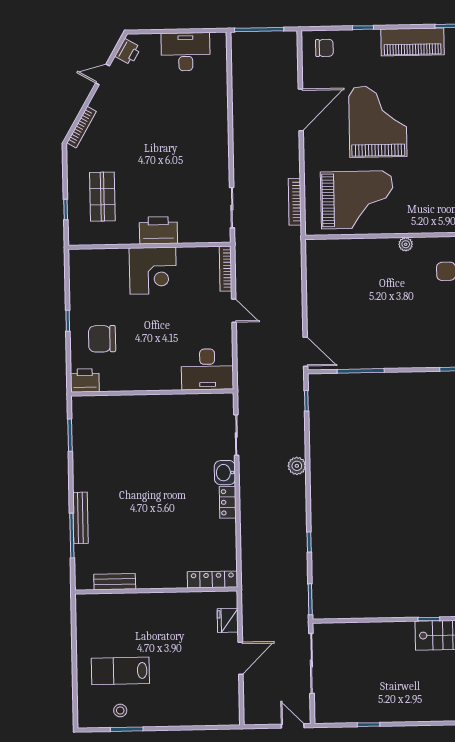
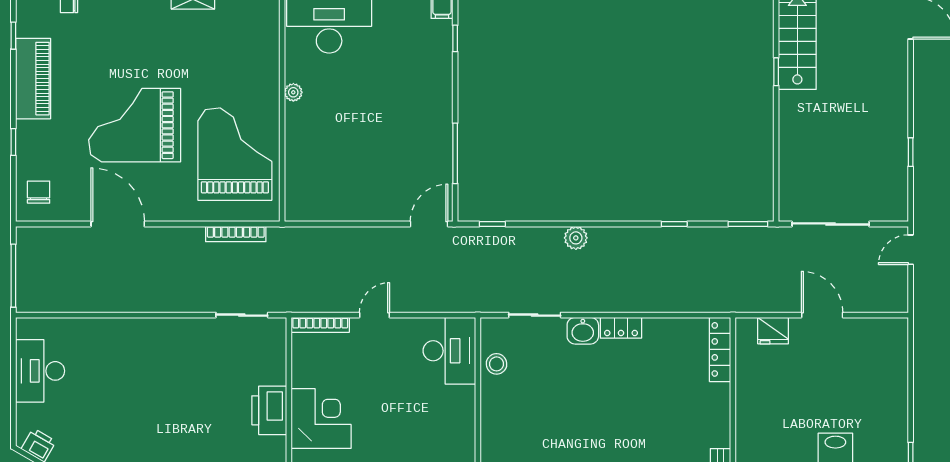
stool: (198, 406) -> (496, 364), added

